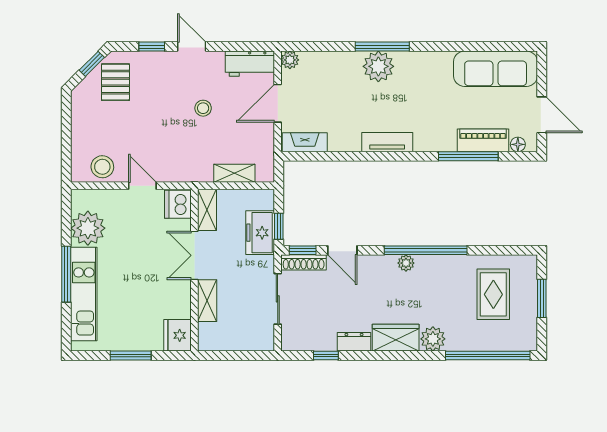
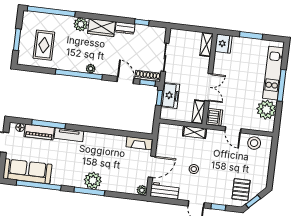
window: (473, 47) -> (39, 185), added
tv unit: (387, 142) -> (69, 135), moved
shelving: (234, 173) -> (195, 132), moved
shelving: (207, 301) -> (207, 44), moved

